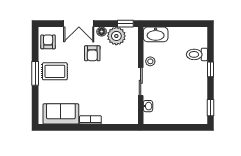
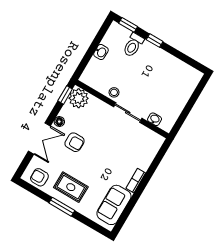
washbasin: (156, 34) -> (101, 52), moved, width x0.52, depth x0.69
plant: (116, 36) -> (79, 98), moved
rug: (55, 71) -> (71, 187), turned 90
window: (210, 108) -> (128, 25), moved

